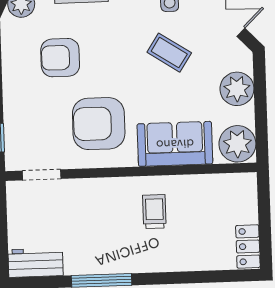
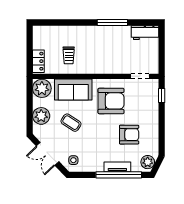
coffee table: (169, 53) -> (71, 123), moved
trolley: (154, 212) -> (69, 55), moved
locker: (248, 246) -> (38, 61), moved

